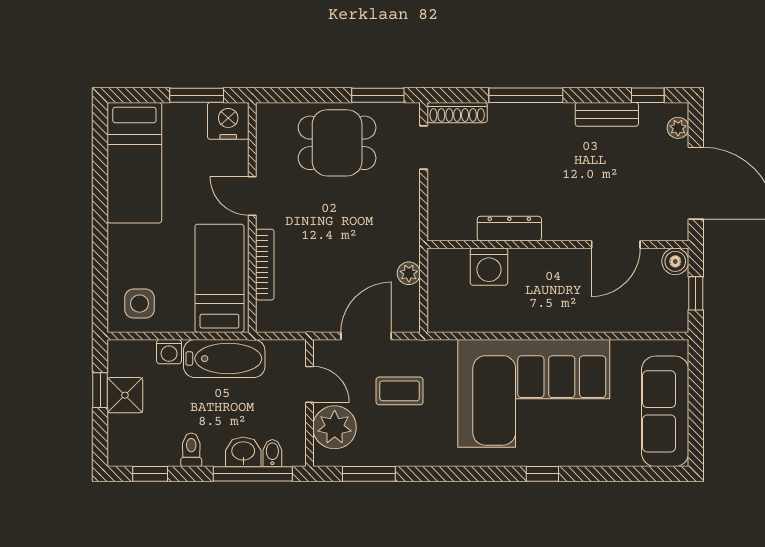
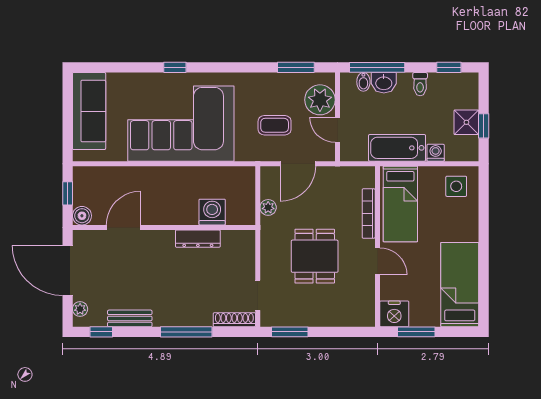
dining table: (337, 143) -> (315, 256), moved, turned 90

